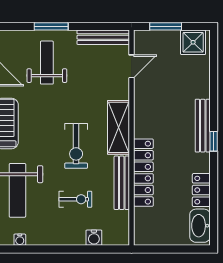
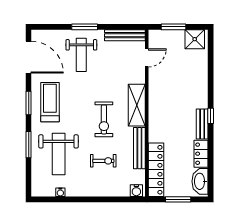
weight bench: (47, 63) -> (81, 55), turned 180
bench: (203, 126) -> (202, 124), moved, width x0.73
locker: (143, 173) -> (156, 170), moved
water cooler: (94, 238) -> (136, 191), moved
window: (172, 249) -> (178, 199), added

